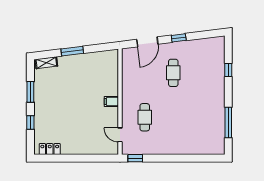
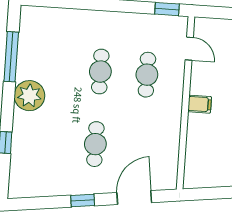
plant: (215, 100) -> (29, 96), added
cafe table: (173, 117) -> (100, 72), added

